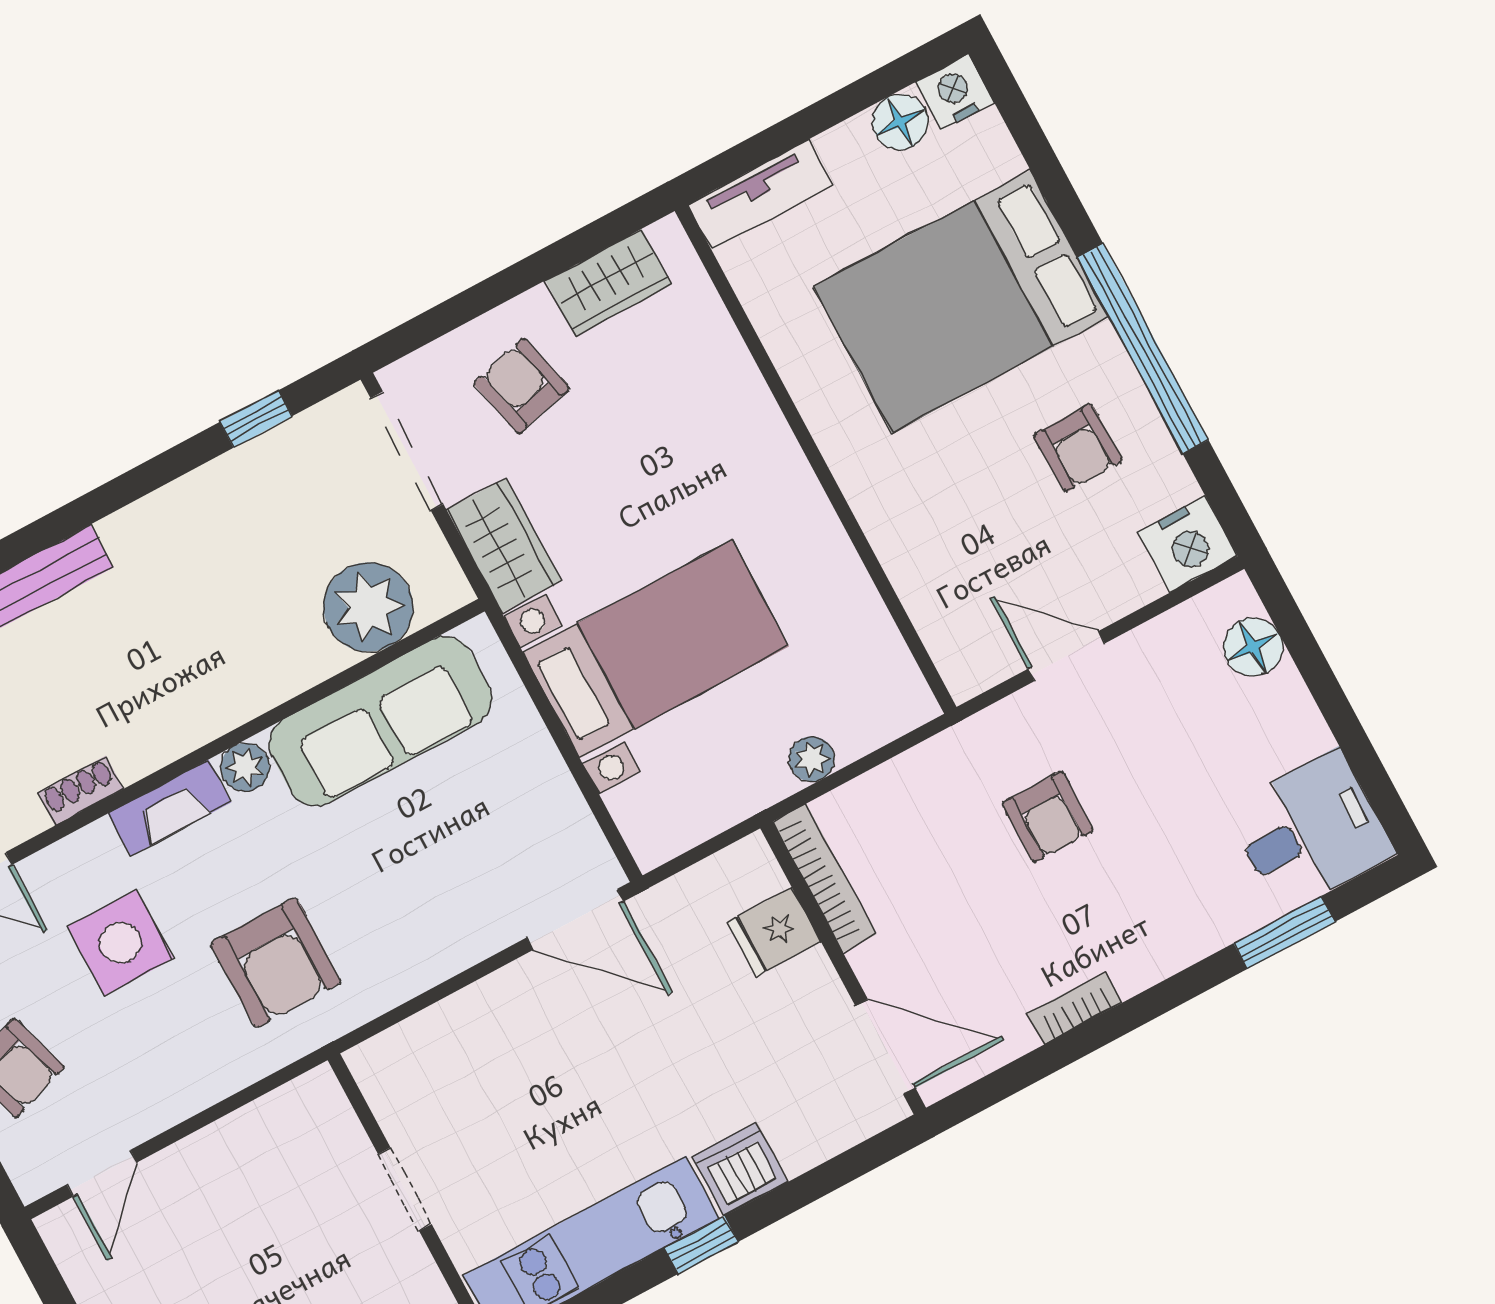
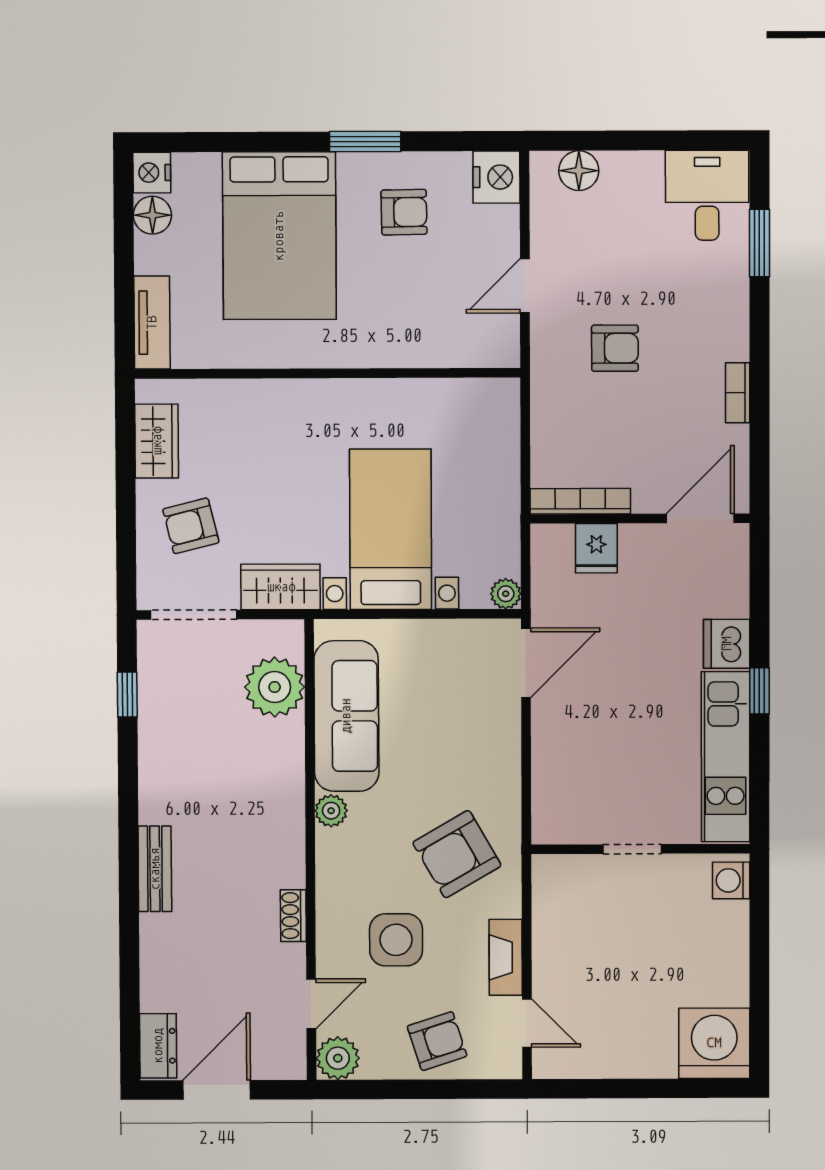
window: (1143, 349) -> (365, 141), width x0.47
plant: (812, 759) -> (506, 594), moved
fireplace: (170, 808) -> (506, 957), moved, turned 180
armchair: (276, 963) -> (457, 854), turned 150

